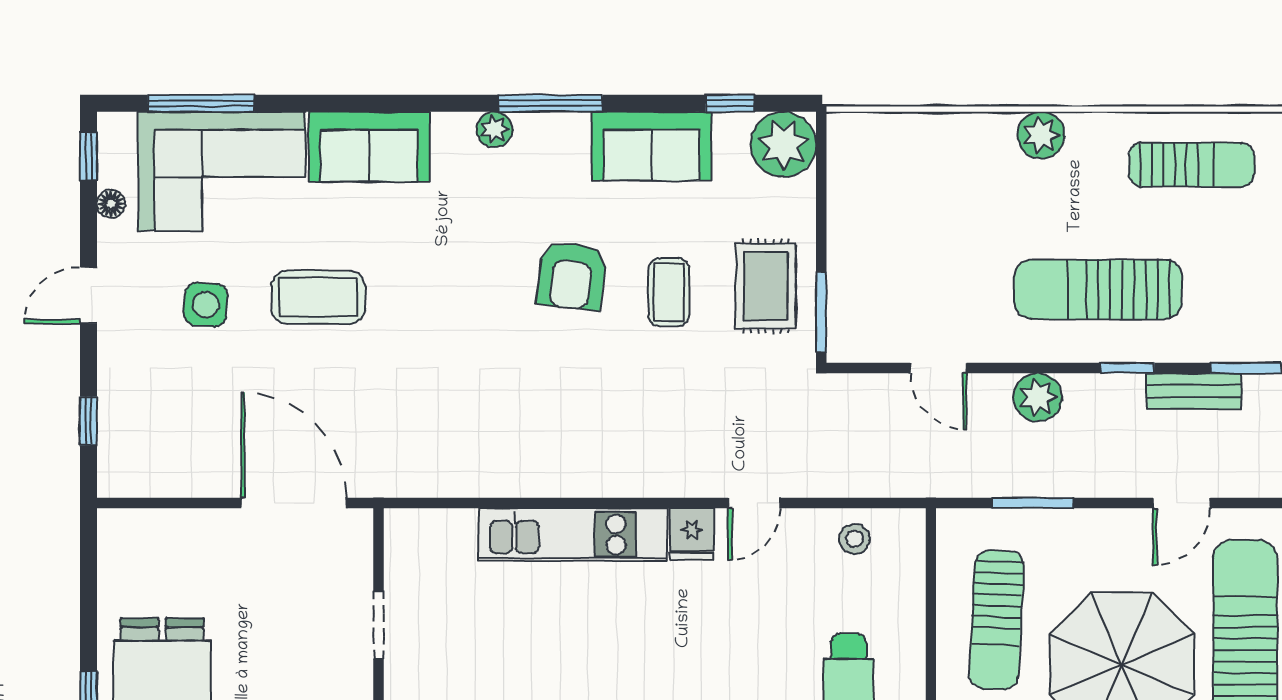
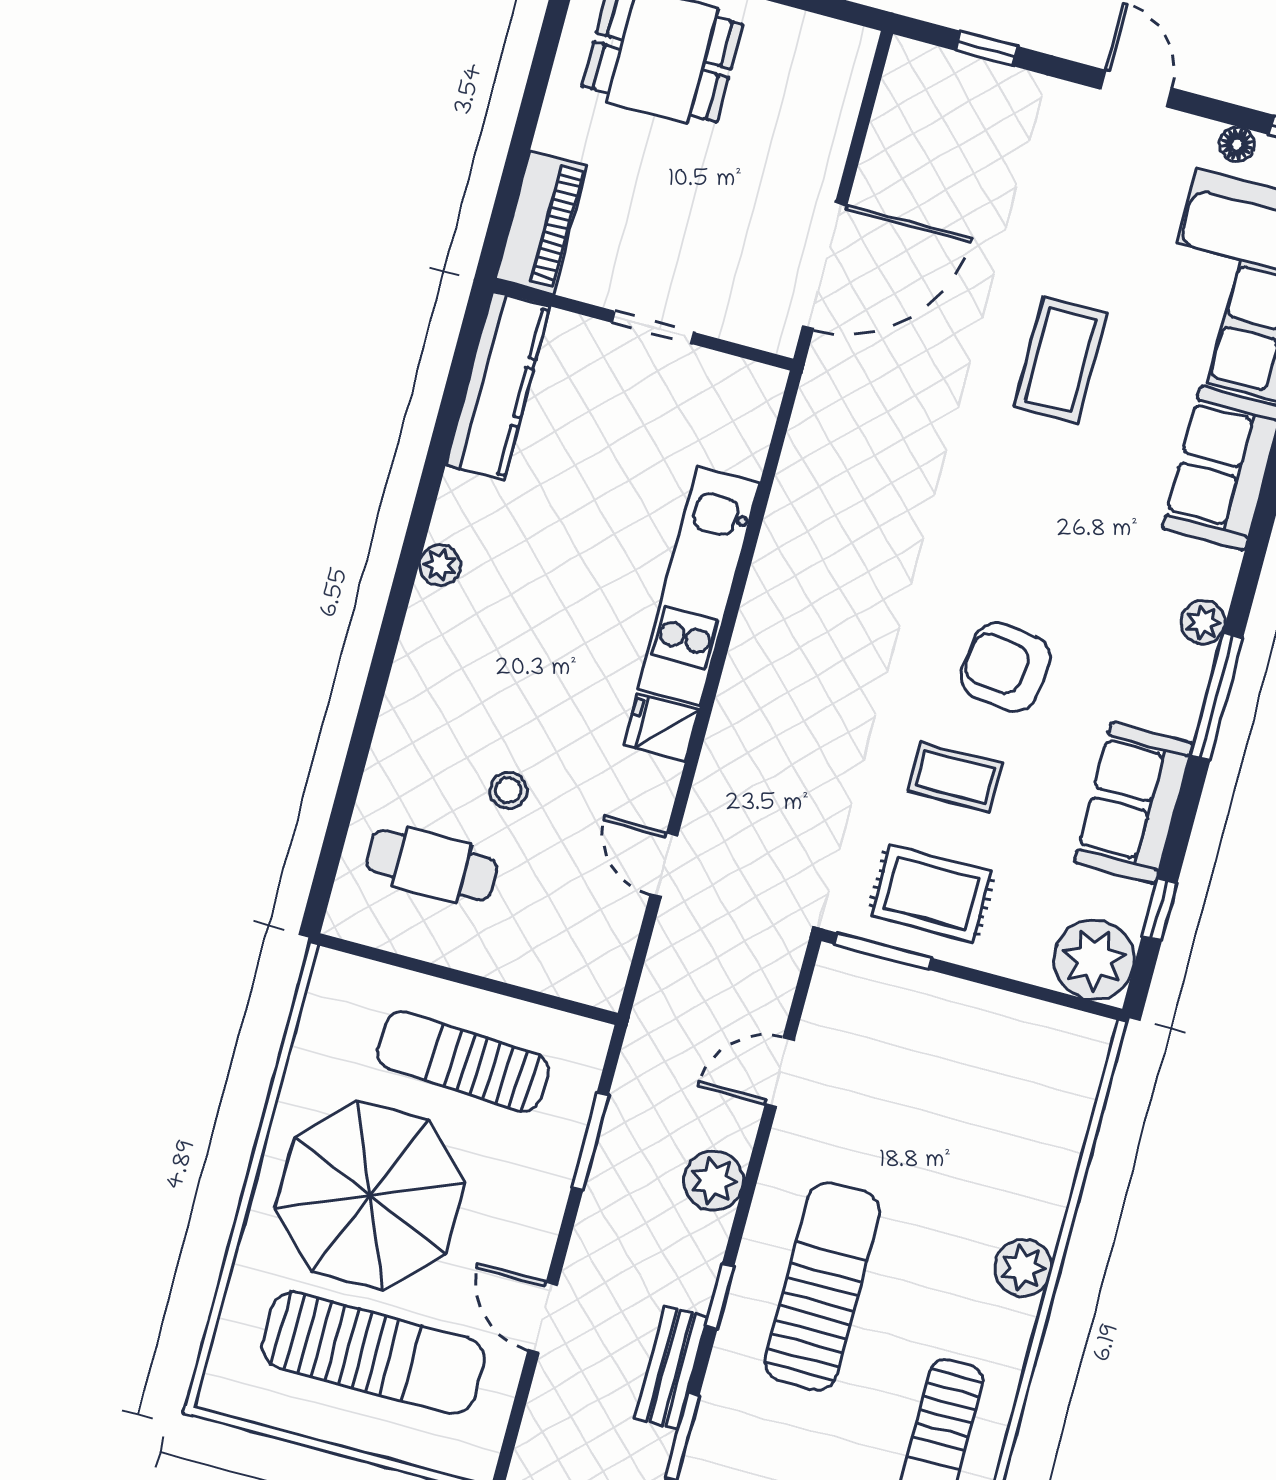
side table: (206, 305) -> (1088, 224), removed
door: (754, 503) -> (664, 865), moved
stool: (855, 539) -> (508, 790), moved

